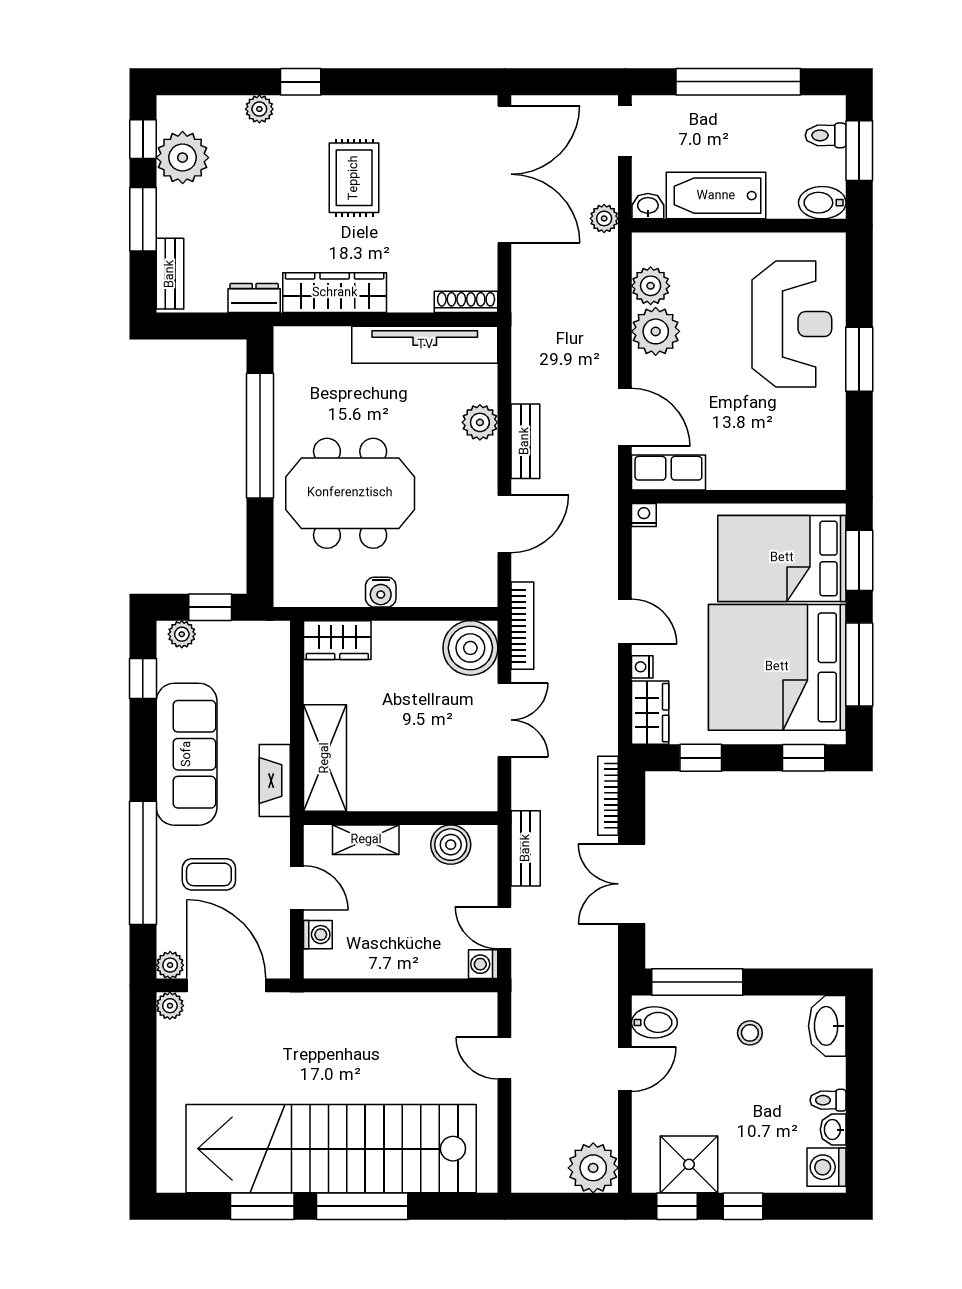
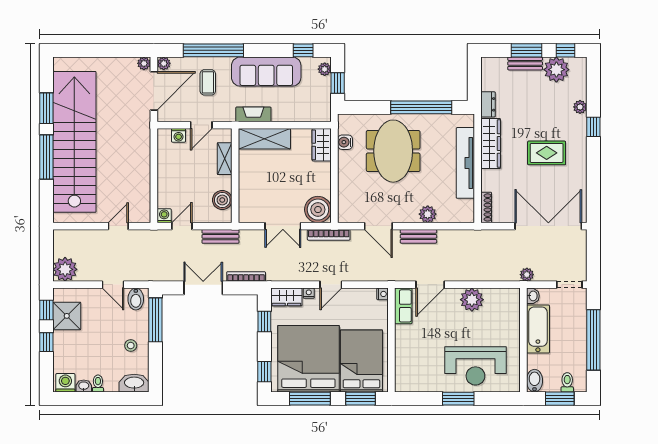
double door: (504, 174) -> (548, 226), swing flipped
bench: (170, 274) -> (525, 63), moved
plant: (651, 286) -> (494, 297), removed
tv unit: (425, 345) -> (465, 163), moved
water cooler: (381, 592) -> (345, 142), moved

